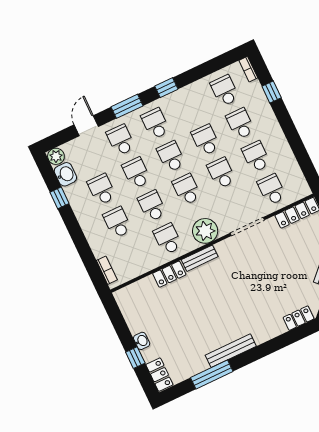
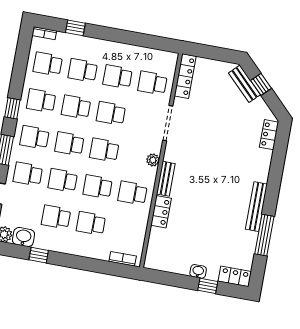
school desk: (190, 107) -> (41, 101), added
plant: (205, 231) -> (153, 160), width x0.53, depth x0.53

